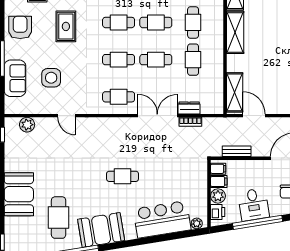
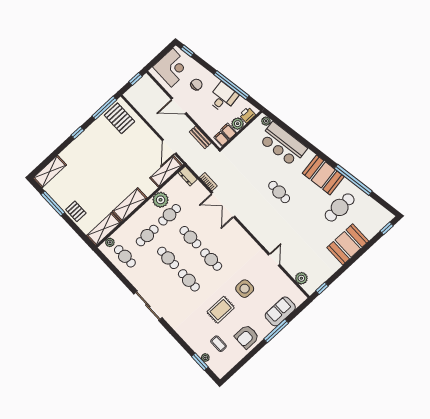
plant: (214, 64) -> (161, 200), added
side table: (51, 78) -> (245, 289), moved
cafe table: (119, 97) -> (234, 239), removed
dresser: (189, 108) -> (188, 176), moved

